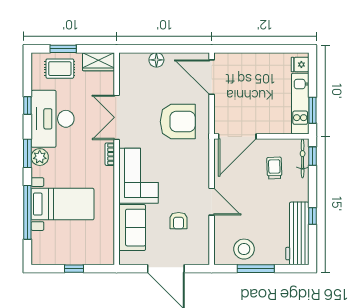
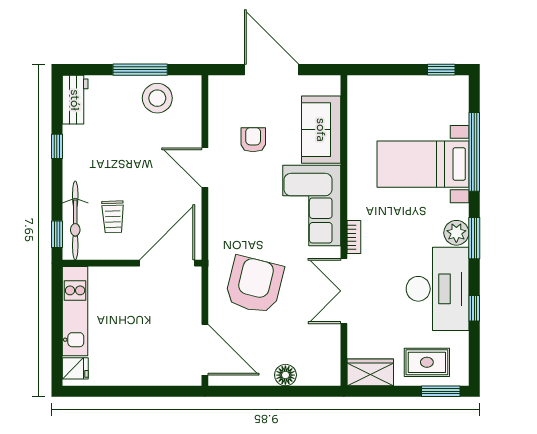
window: (63, 49) -> (441, 391), moved
window: (313, 110) -> (57, 301), removed
double door: (117, 117) -> (344, 291), swing flipped
armchair: (178, 122) -> (254, 285), turned 104
bicycle: (303, 158) -> (75, 220), width x1.37, depth x1.40
workbench: (297, 233) -> (75, 100), width x0.53, depth x0.76
window: (74, 269) -> (441, 70), moved

